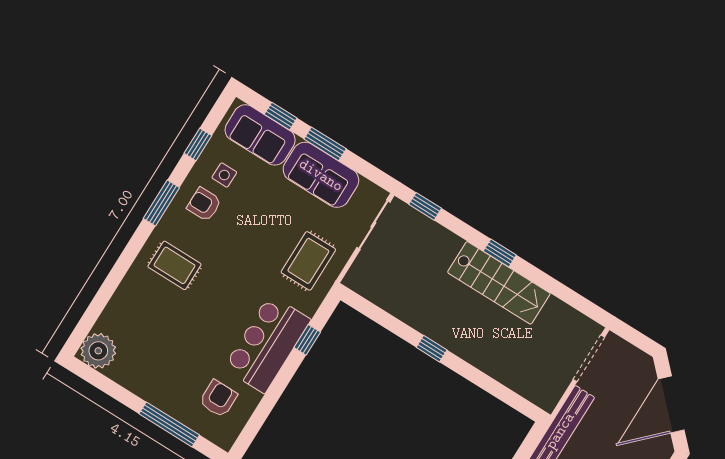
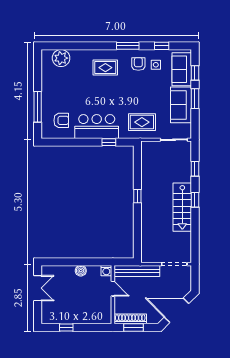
window: (425, 206) -> (195, 169), moved
rug: (174, 265) -> (105, 68), turned 90
plant: (98, 351) -> (61, 58), moved

